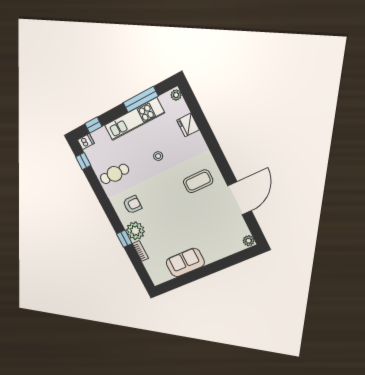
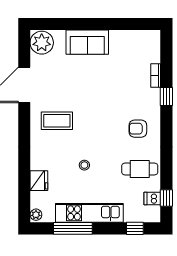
dishwasher: (86, 142) -> (152, 199), moved
plant: (135, 231) -> (149, 100), removed
plant: (249, 241) -> (42, 43), width x1.87, depth x1.87
sofa: (185, 262) -> (87, 42), moved

